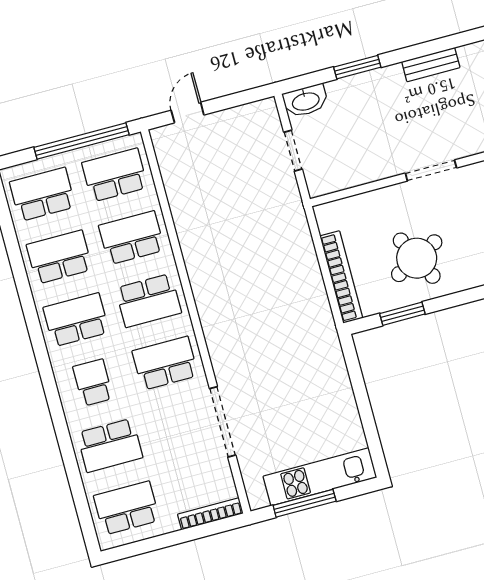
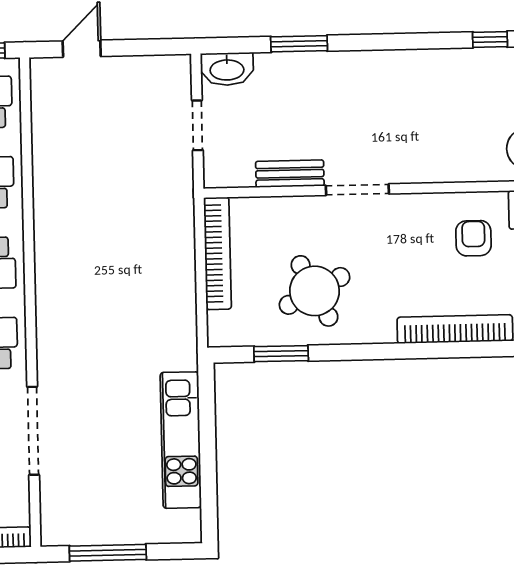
bench: (431, 65) -> (290, 174), moved
bookcase: (341, 277) -> (217, 253), moved
kitchen unit: (320, 477) -> (181, 440), moved, turned -90

